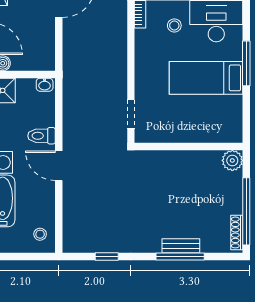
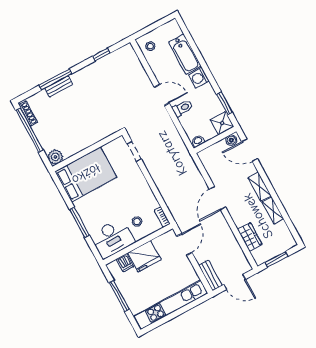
bed: (206, 78) -> (86, 174), moved, width x1.50

